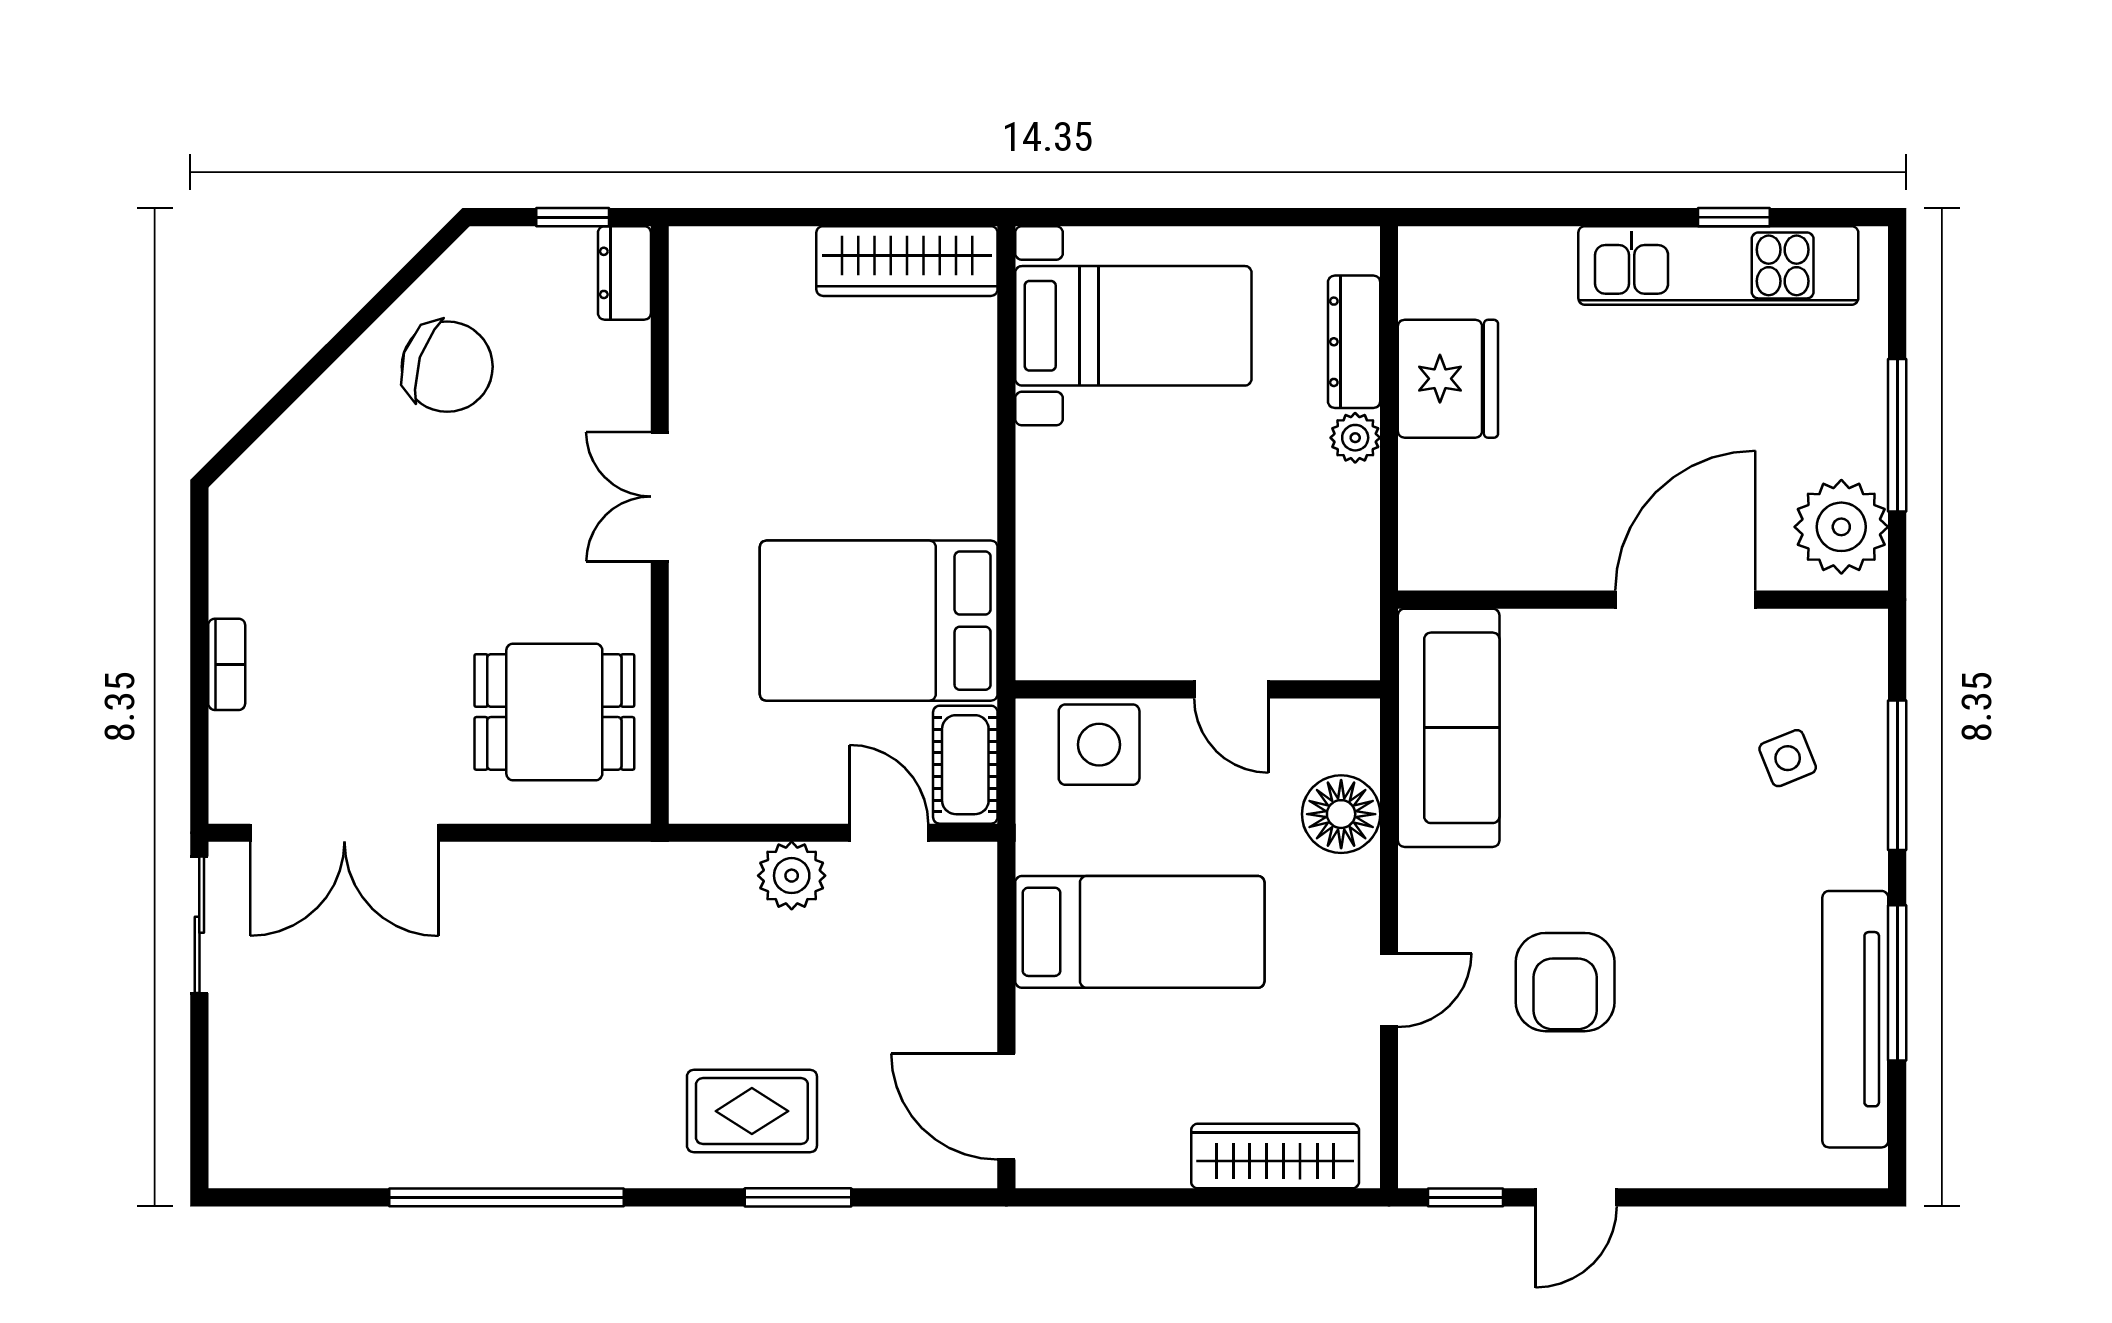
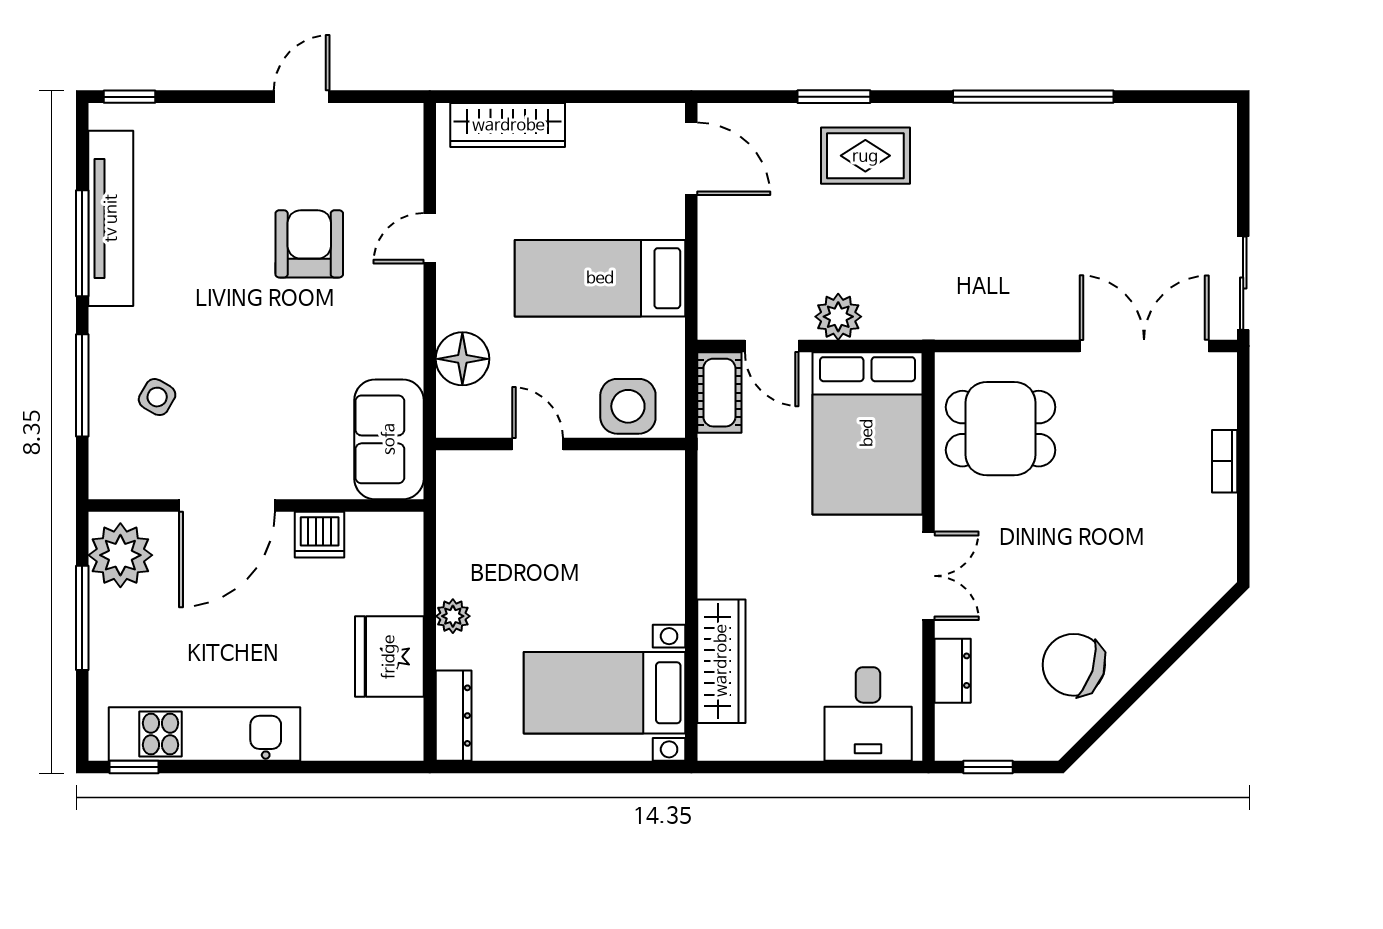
window: (1734, 217) -> (134, 767), moved
wardrobe: (907, 261) -> (721, 661), moved, turned 90
dresser: (624, 273) -> (953, 671), moved
desk: (748, 295) -> (868, 714), added
dresser: (1354, 342) -> (454, 716), moved
dishwasher: (1550, 557) -> (320, 535), added
bed: (879, 621) -> (867, 433), moved, turned 90
sofa: (1449, 728) -> (389, 439), width x0.73
side table: (1788, 758) -> (157, 397), turned -38
window: (1466, 1197) -> (130, 97), moved

